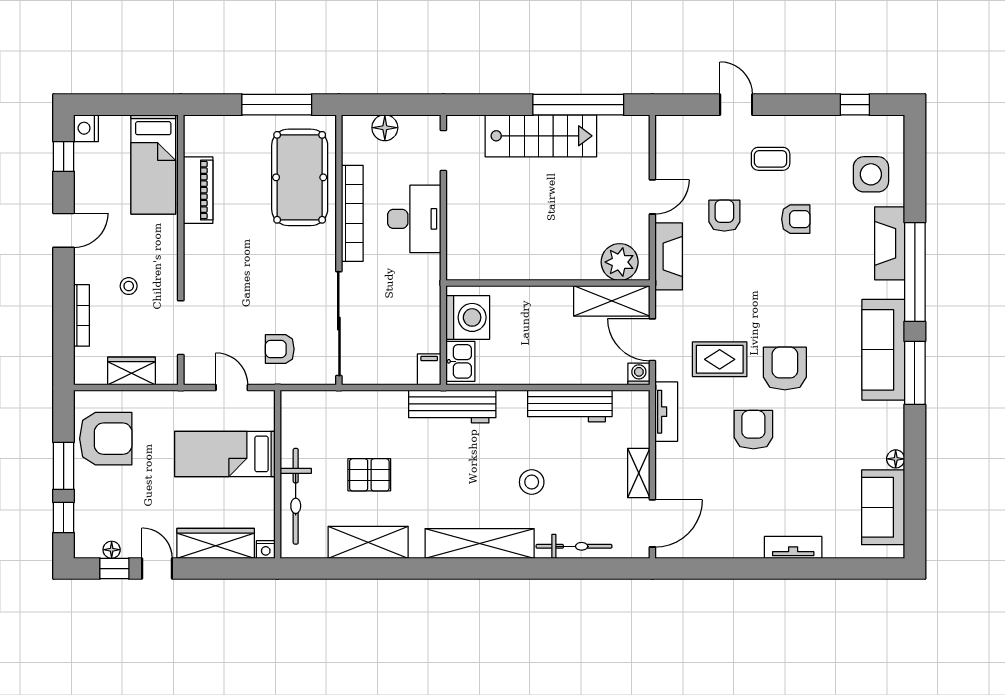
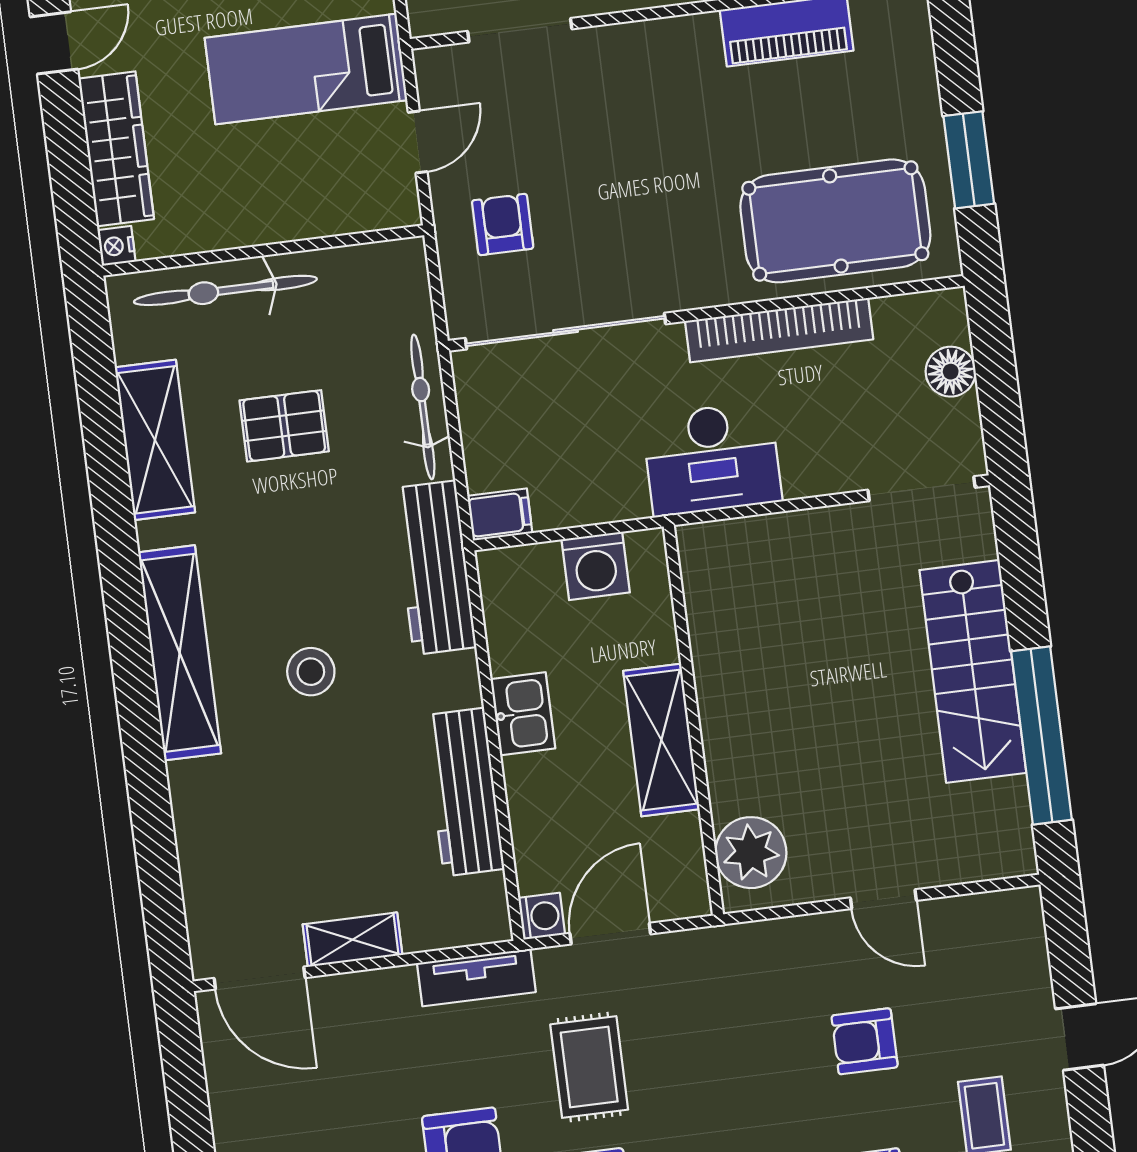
window: (277, 105) -> (969, 160), width x0.69
doorway: (443, 150) -> (921, 489), width x1.38
armchair: (724, 216) -> (865, 1041), turned 180
desk: (414, 219) -> (712, 459), moved
fireplace: (669, 256) -> (773, 945), removed
shelving: (612, 301) -> (661, 740), moved
washing machine: (468, 317) -> (596, 566), width x0.73, depth x0.73
kitchen sink: (460, 361) -> (523, 714), moved, turned -90
bed: (225, 454) -> (306, 69), moved, turned -90
pallet: (369, 475) -> (284, 426), turned 90
stool: (532, 482) -> (311, 672), moved
bicycle: (574, 546) -> (423, 407), moved, turned 180

